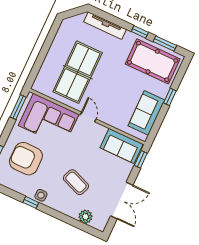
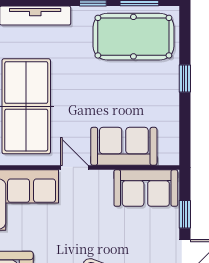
sofa: (146, 113) -> (124, 146), moved, turned 90
window: (141, 159) -> (185, 214), moved

